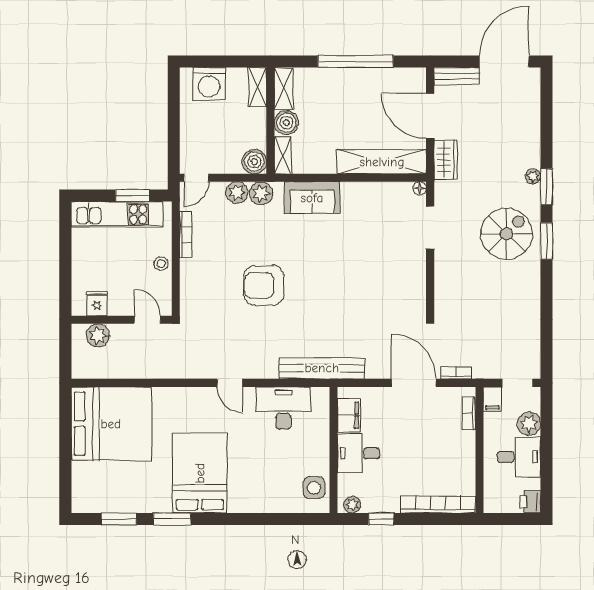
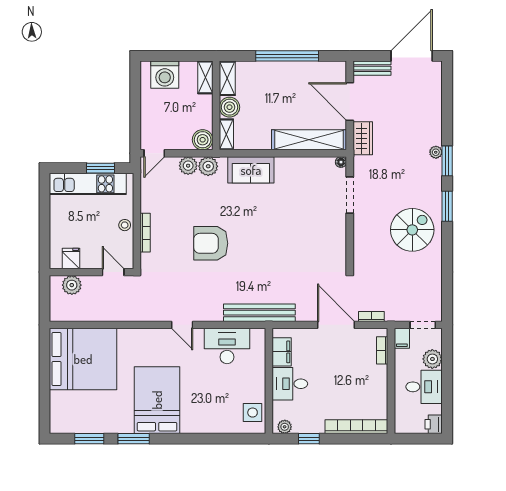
bookcase: (186, 234) -> (145, 233), moved
spiral stairs: (506, 234) -> (412, 230), moved

